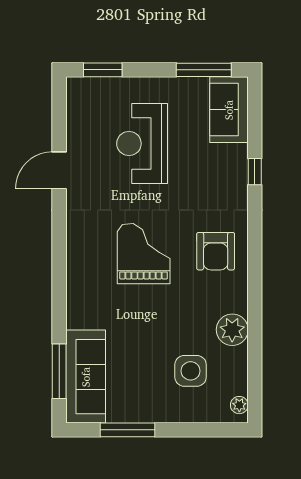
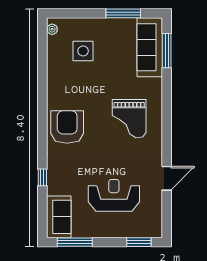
reception desk: (142, 144) -> (114, 195), turned -90
armchair: (216, 251) -> (67, 127), width x1.36, depth x1.36
grand piano: (144, 254) -> (129, 119), moved
plant: (232, 330) -> (57, 77), removed

